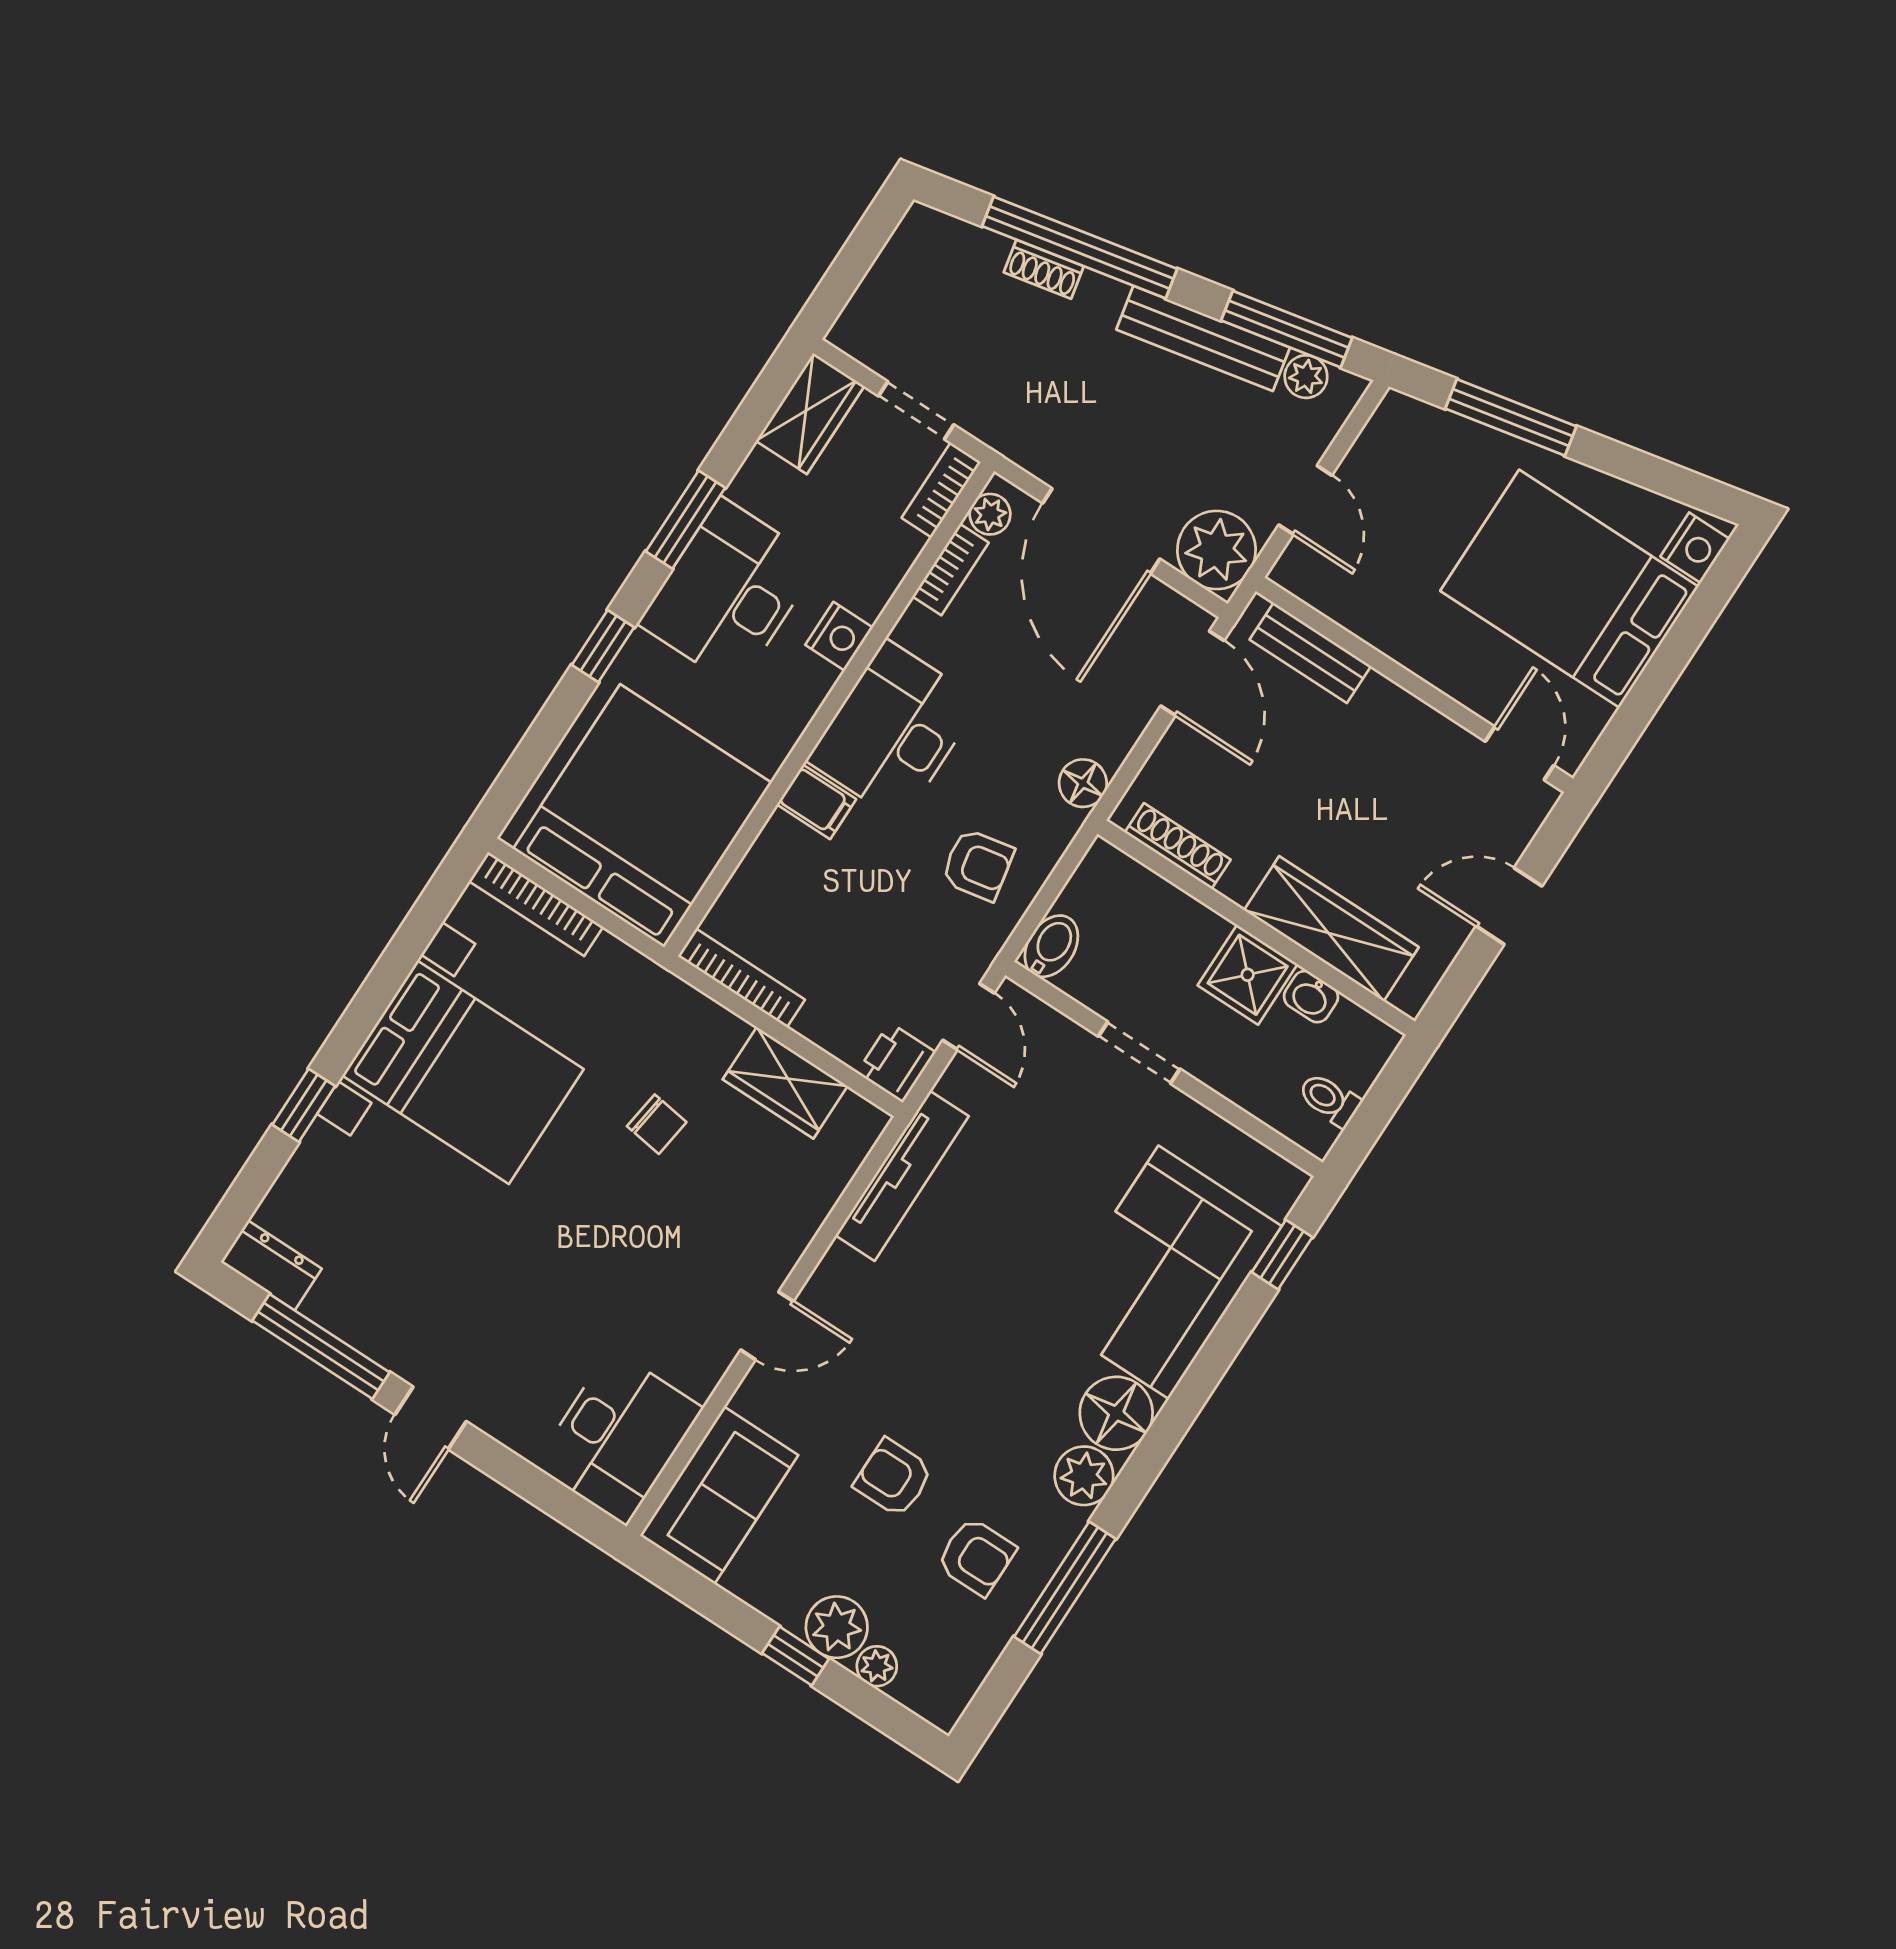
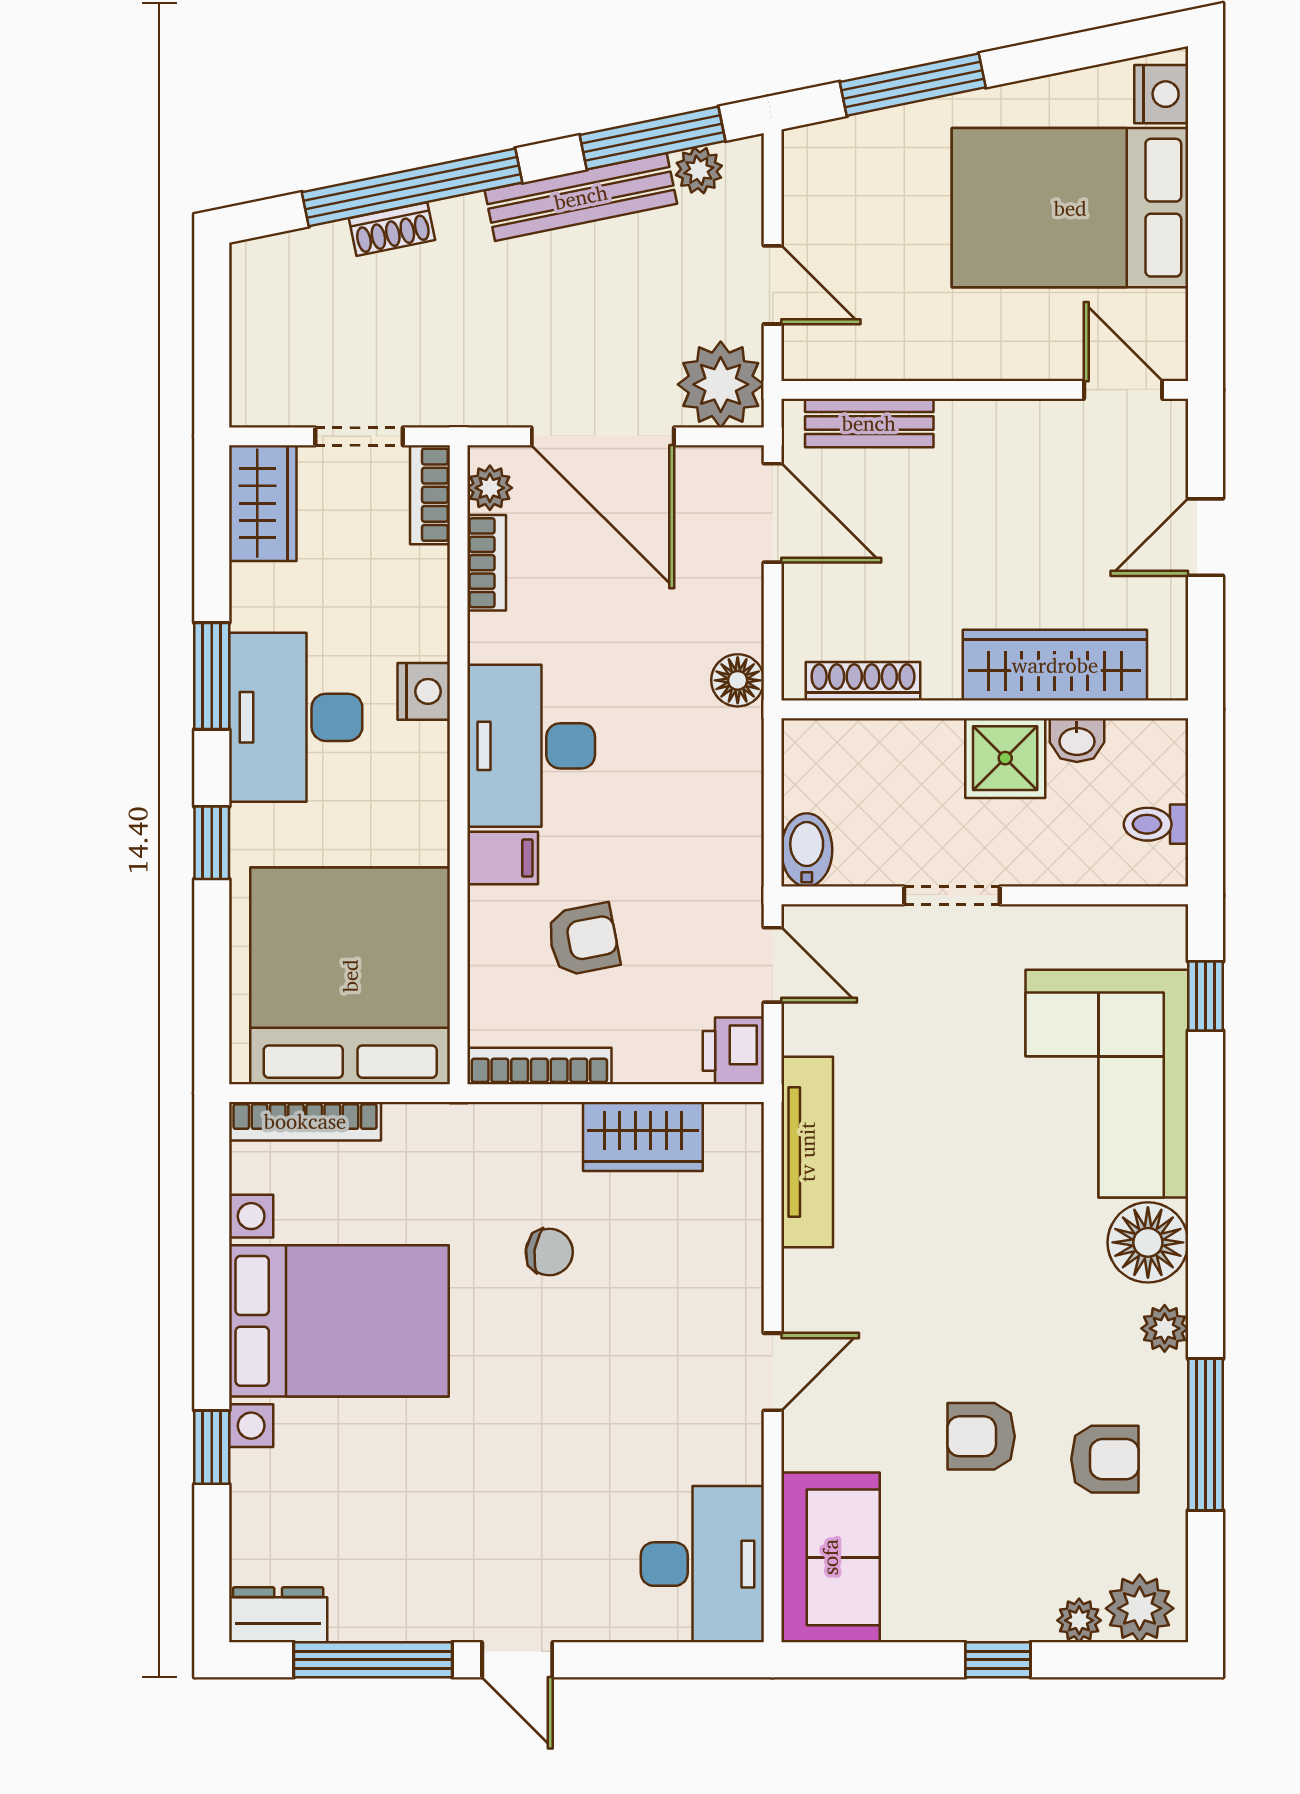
armchair: (978, 865) -> (583, 939), moved
plant: (1084, 1476) -> (1165, 1328), width x0.73, depth x0.73
plant: (837, 1627) -> (1140, 1608), moved

